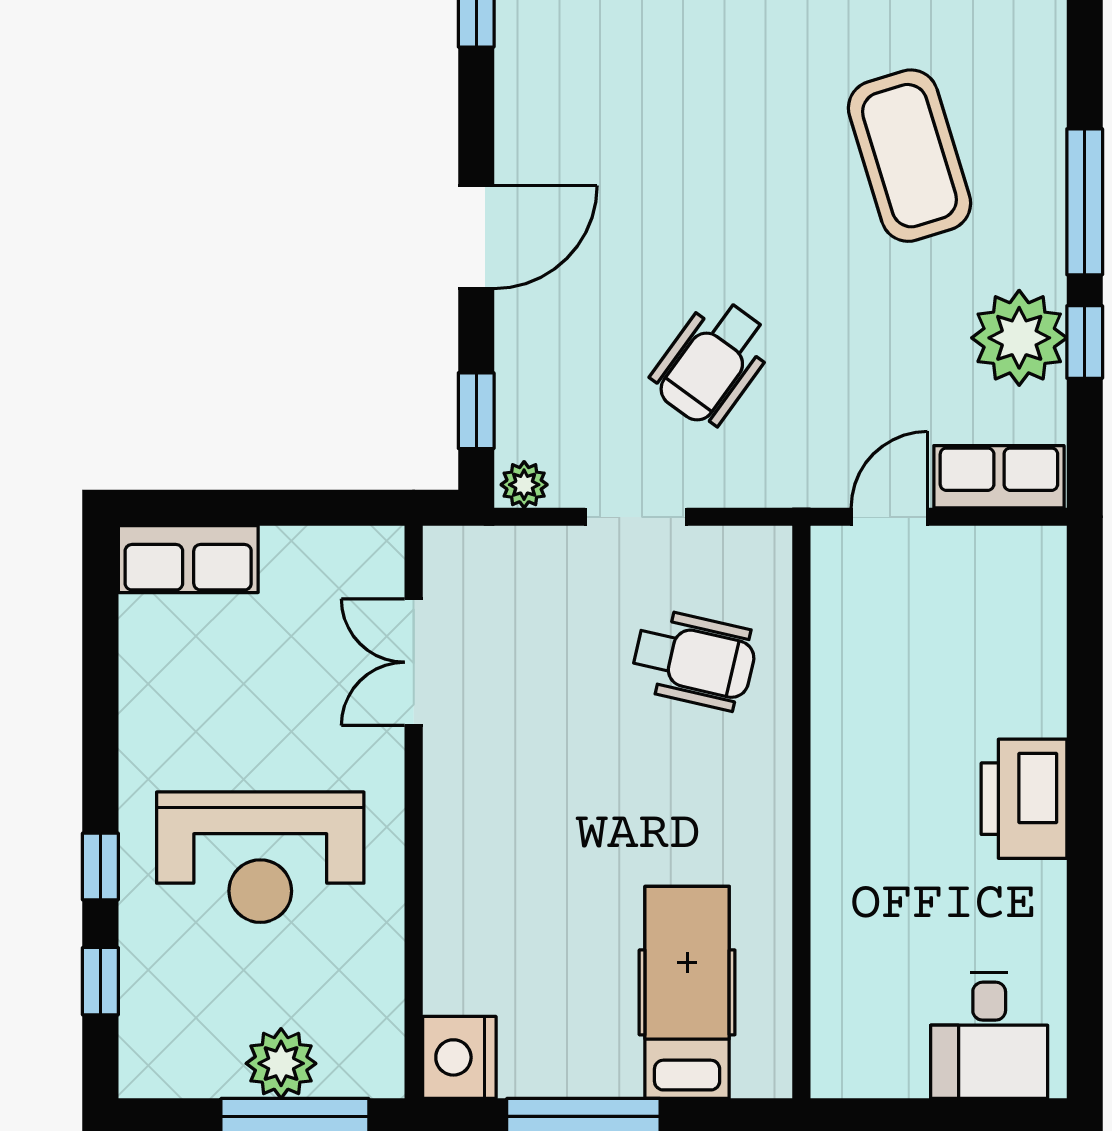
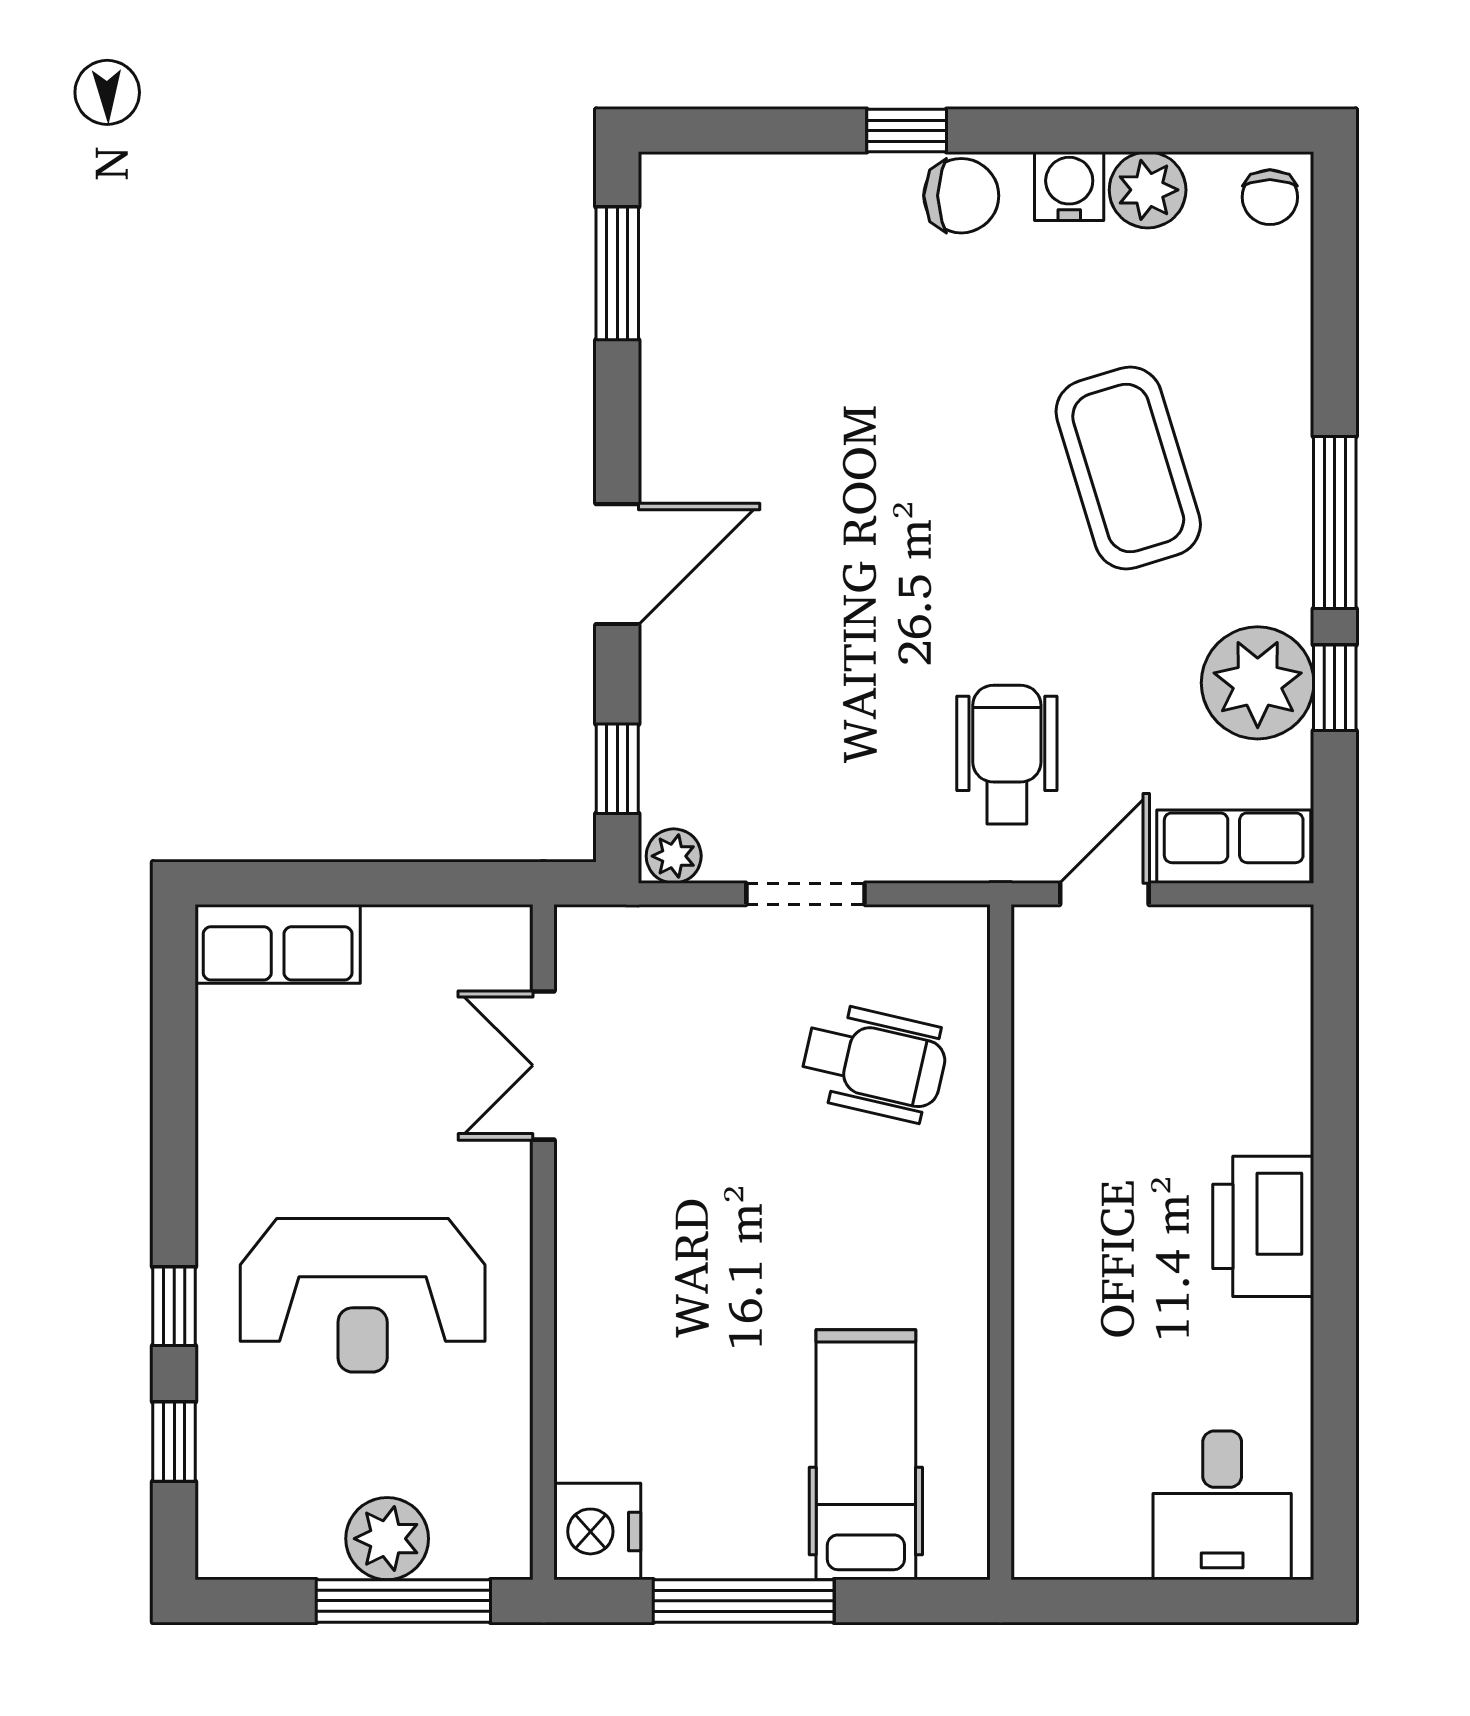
wheelchair: (712, 362) -> (1007, 754), moved, turned 144

